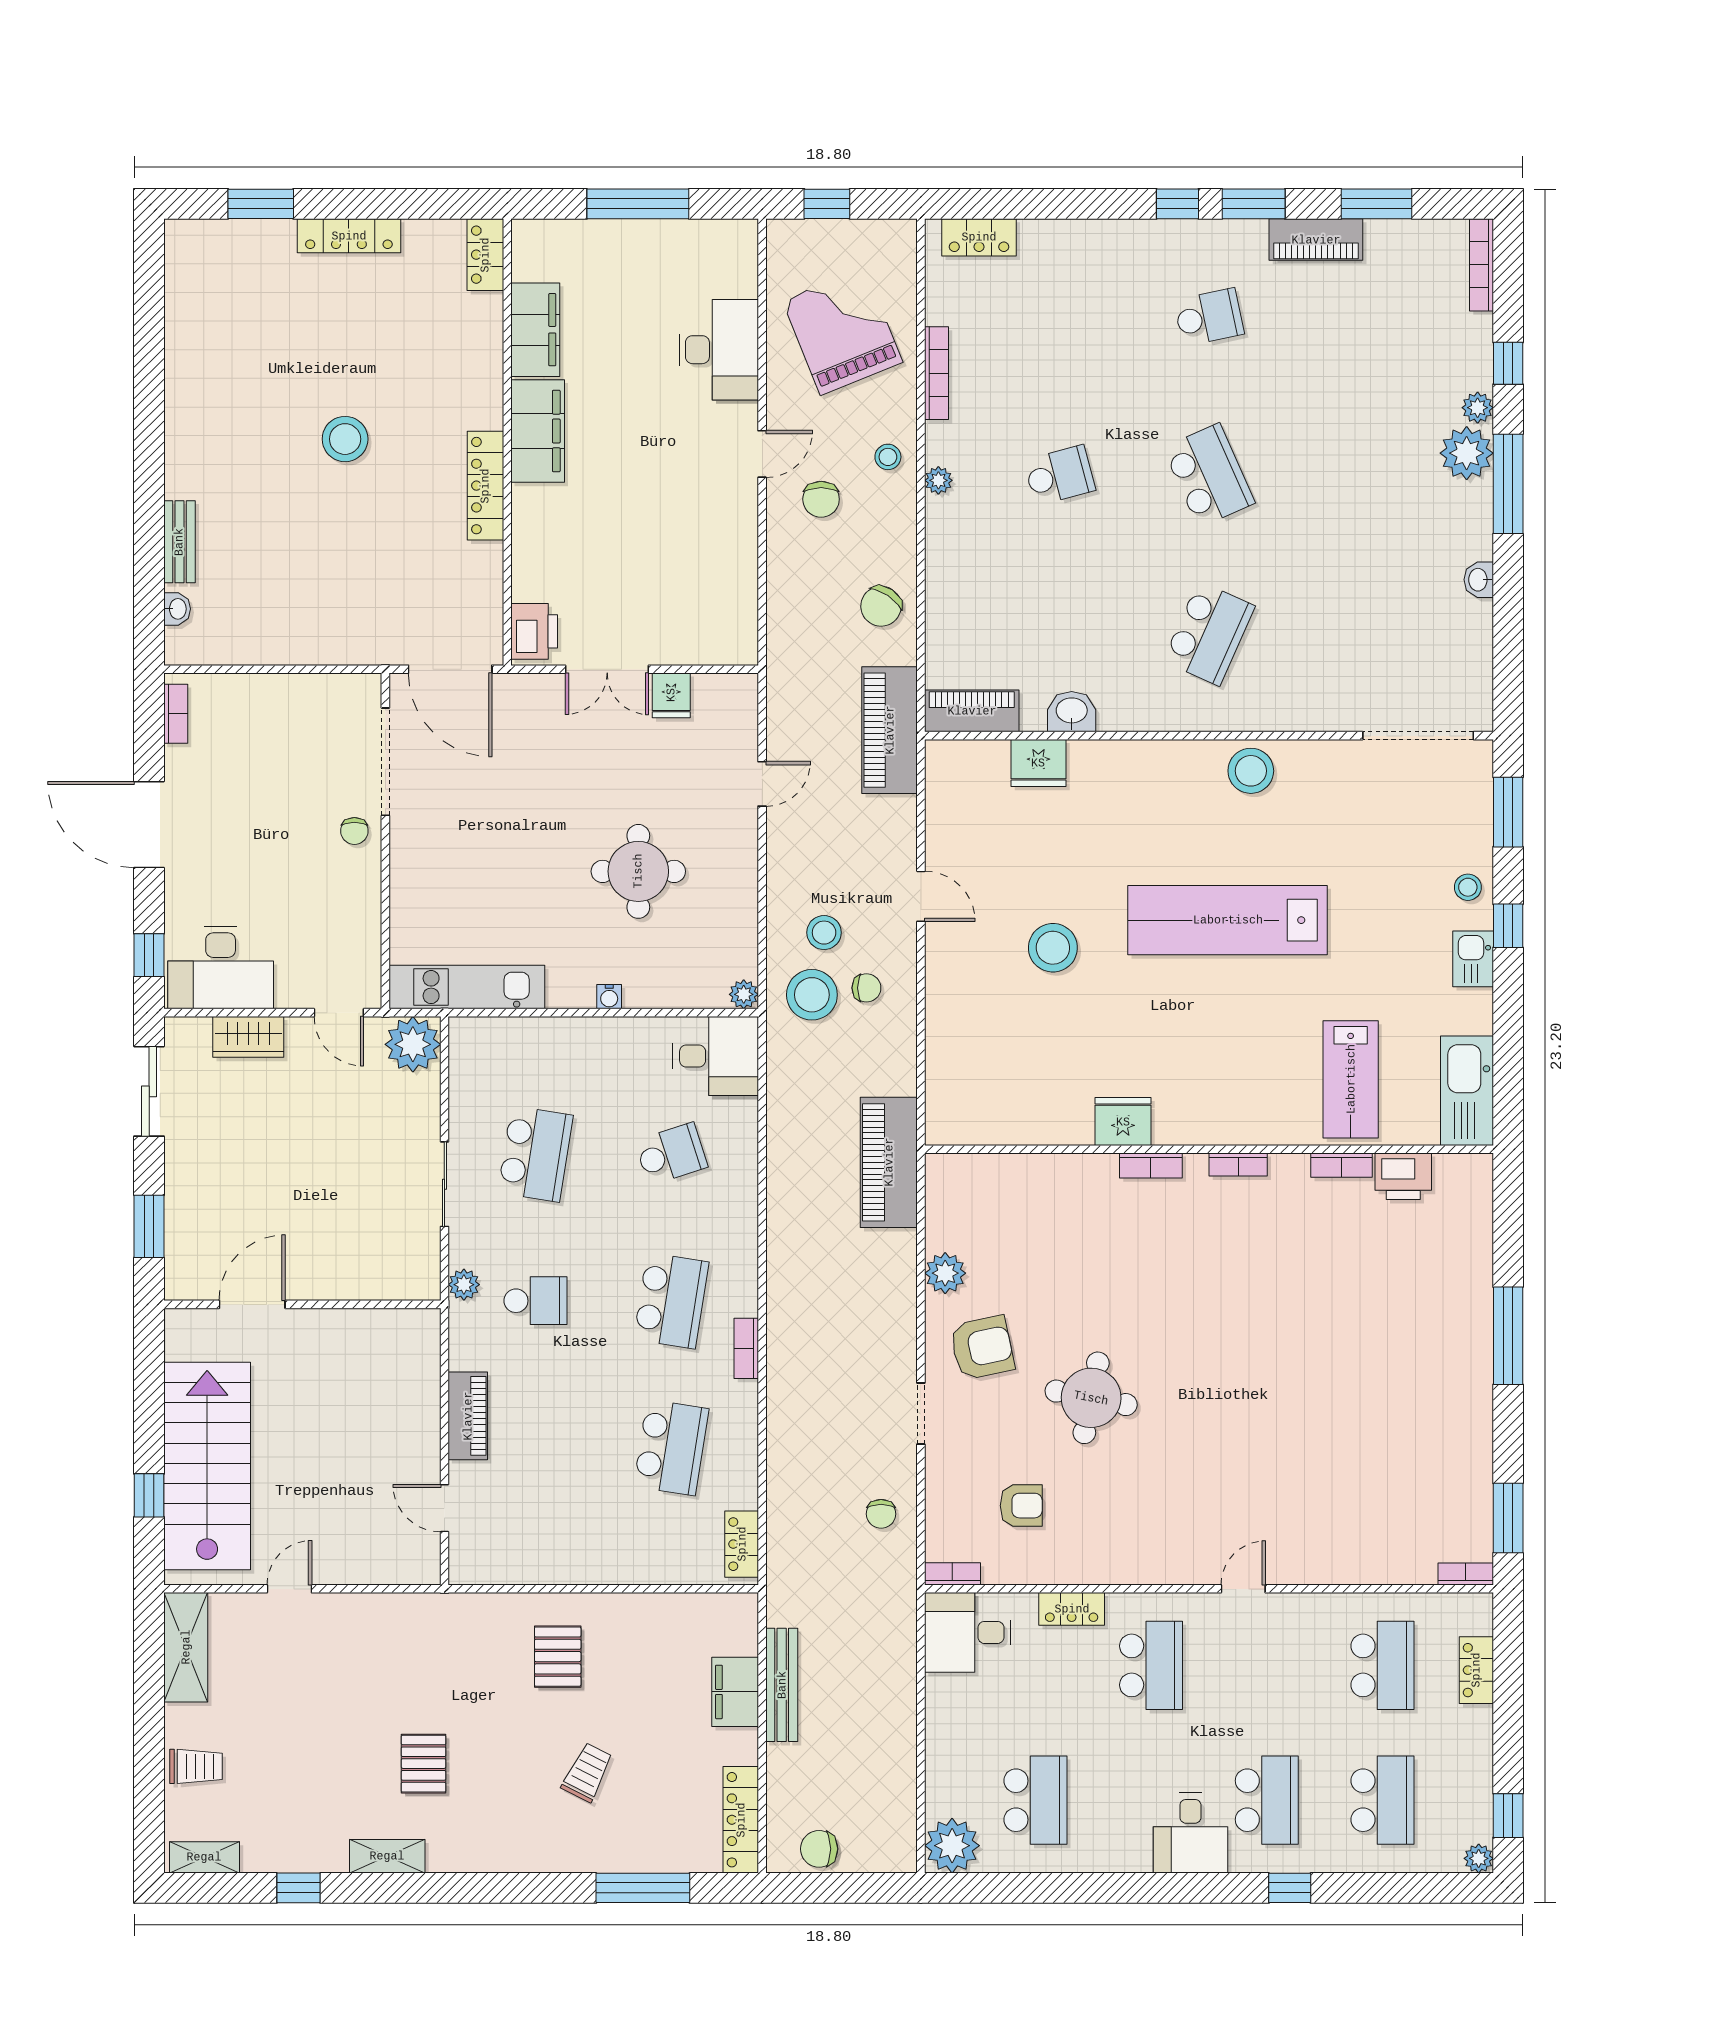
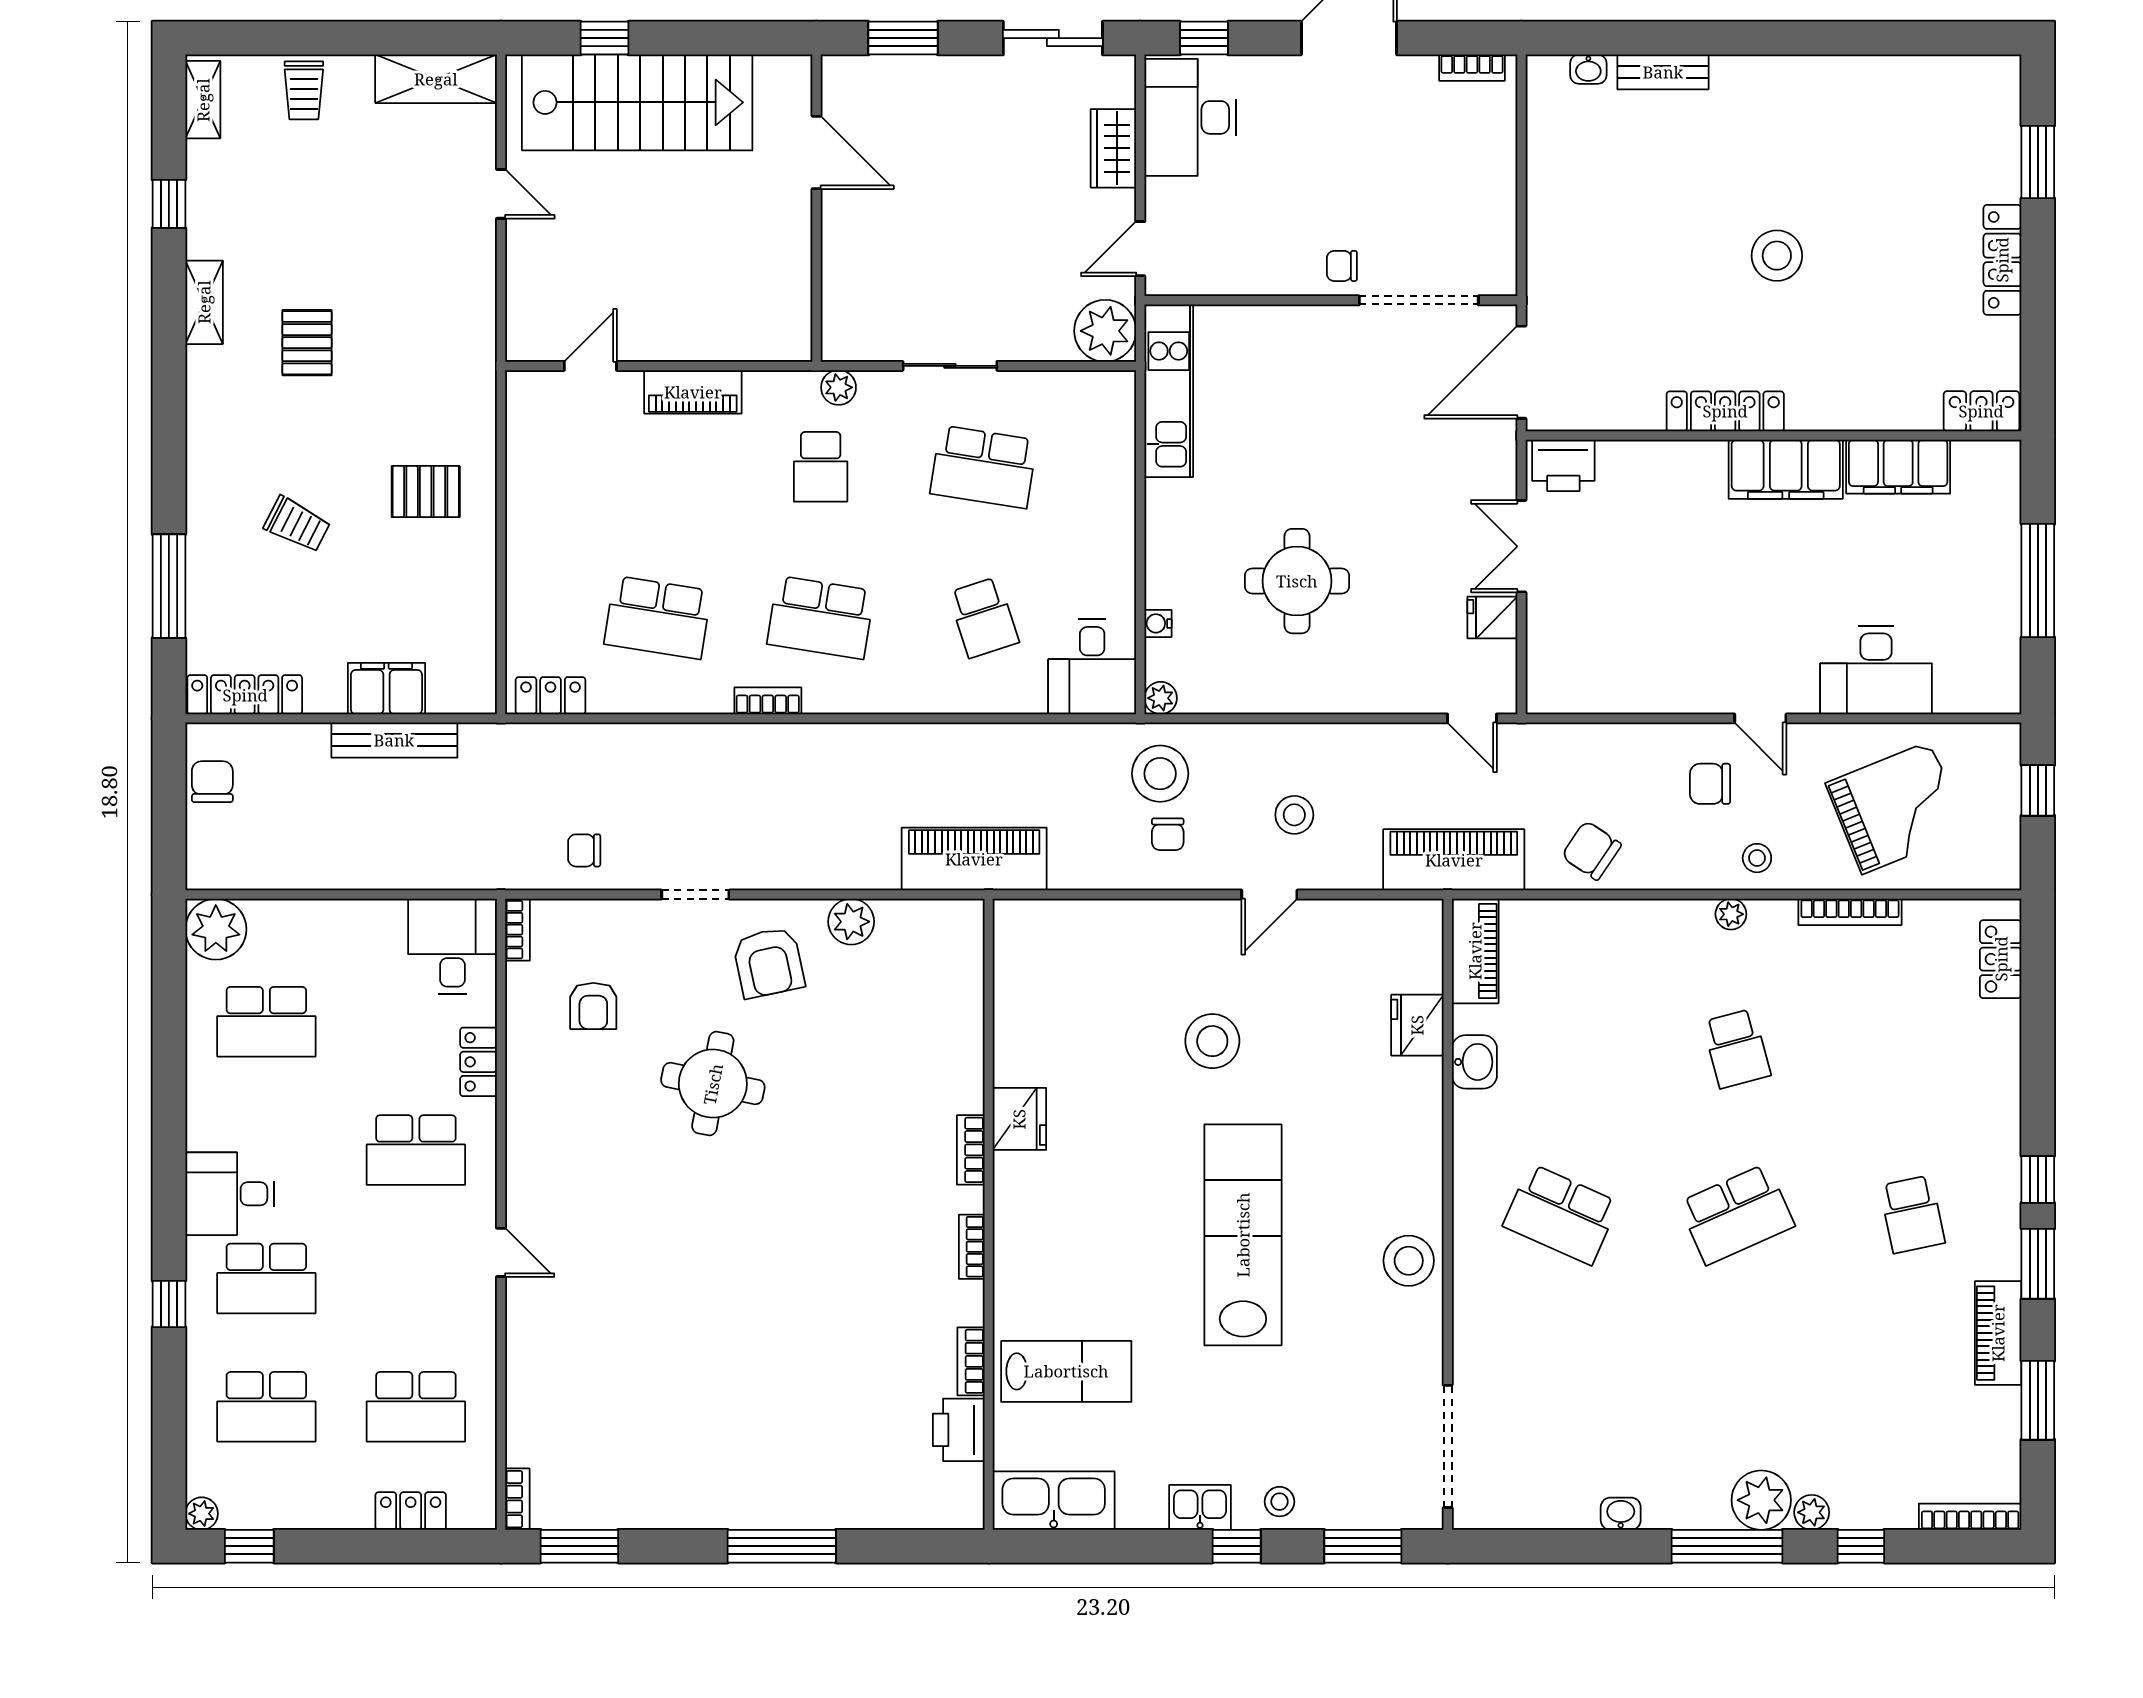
door: (762, 784) -> (1472, 718), moved
stool: (824, 933) -> (1294, 815), moved
water cooler: (609, 997) -> (1158, 623), moved
lab bench: (1351, 1079) -> (1066, 1371), turned 180
pallet: (424, 1764) -> (307, 343), turned 90

